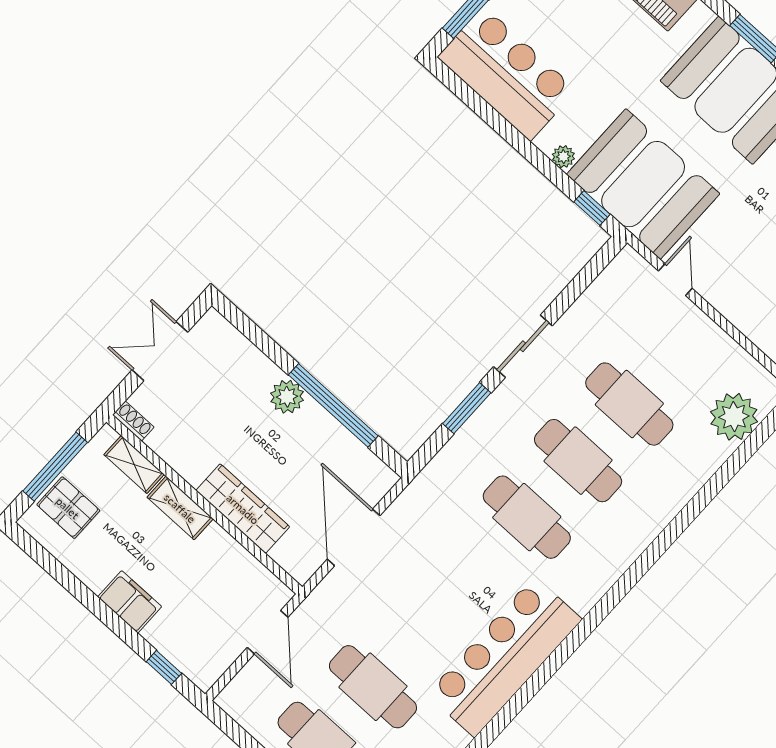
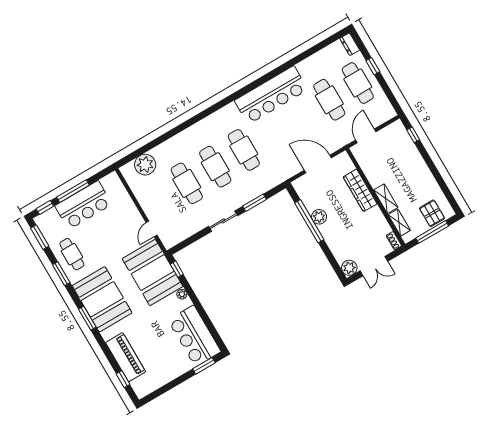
plant: (213, 330) -> (349, 268), added
plant: (287, 397) -> (319, 217), moved
door: (354, 537) -> (318, 164), swing flipped
filing cabinet: (130, 602) -> (419, 166), removed

